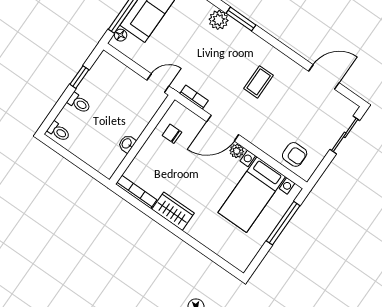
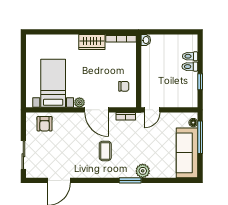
coffee table: (259, 82) -> (105, 151), moved
door: (223, 128) -> (97, 110), swing flipped
toilet: (59, 132) -> (190, 56), moved
washbasin: (127, 144) -> (146, 40), moved
armchair: (295, 154) -> (45, 124), turned -90
window: (283, 223) -> (23, 79), removed

